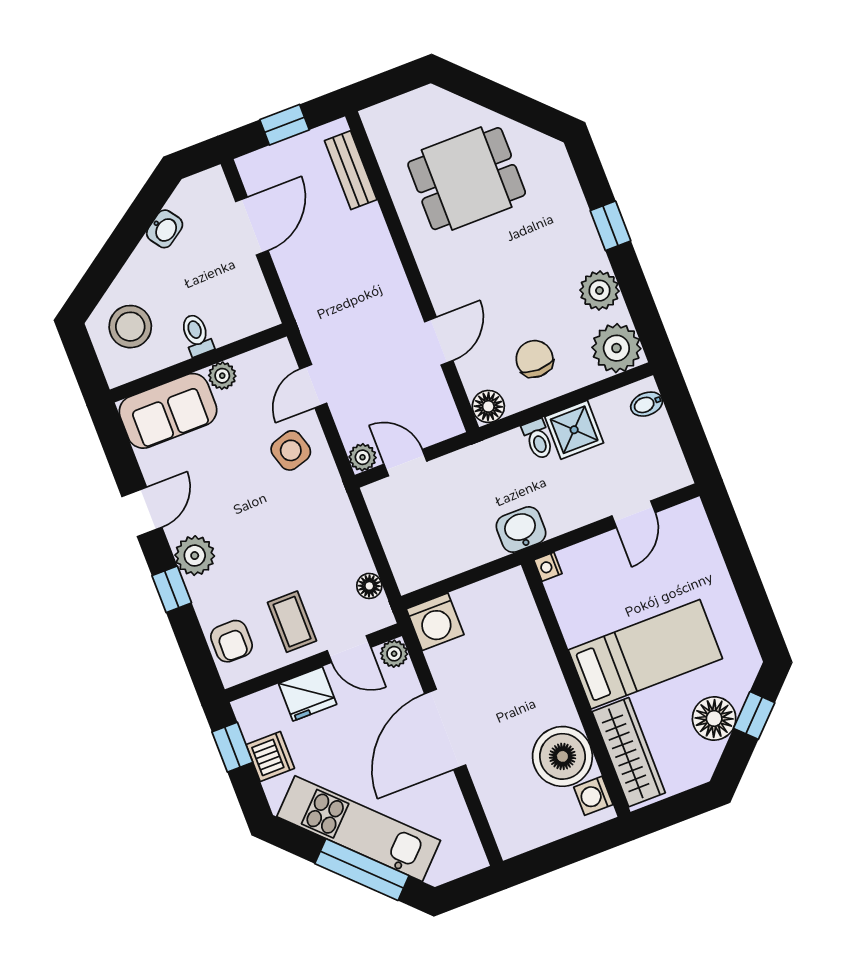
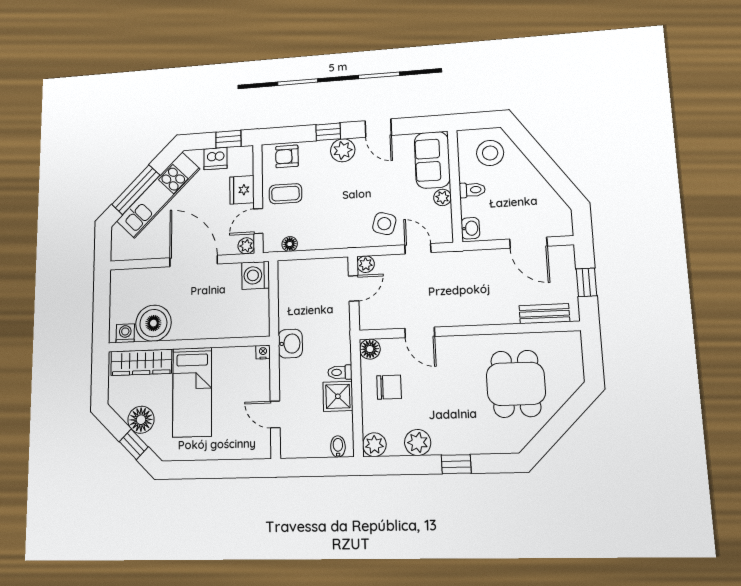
washbasin: (165, 229) -> (470, 228), moved, turned -145
plant: (616, 348) -> (374, 445), width x0.73, depth x0.73
side table: (291, 450) -> (384, 224), turned 34

